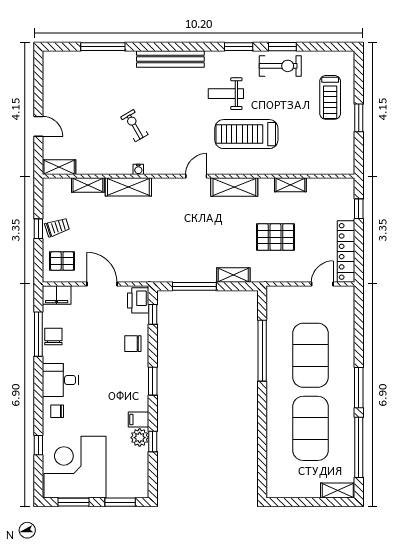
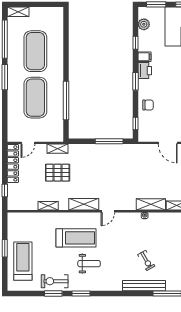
bench: (170, 59) -> (144, 286), moved
treadmill: (330, 97) -> (23, 261), width x1.37, depth x1.38
exercise bike: (134, 126) -> (146, 260), moved
shelving: (233, 275) -> (58, 149), moved
printer: (138, 300) -> (145, 71), moved
plant: (140, 438) -> (144, 24), moved

